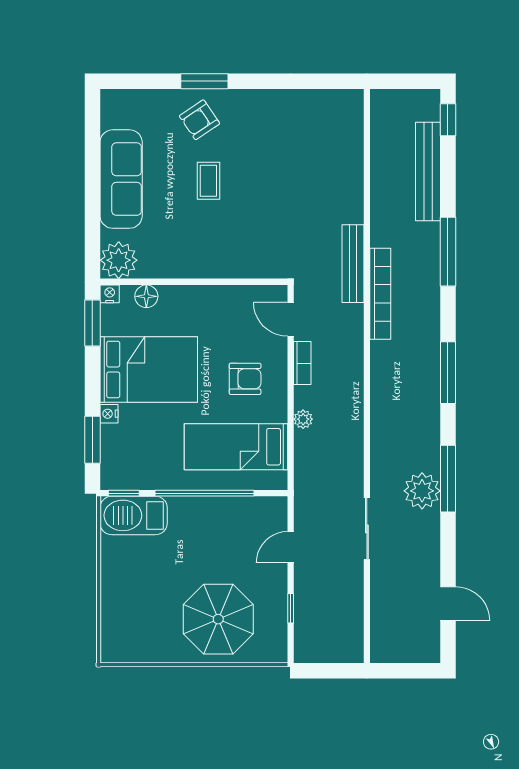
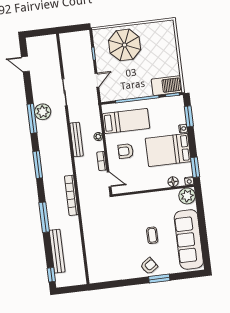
armchair: (200, 120) -> (149, 266), moved
sofa: (121, 179) -> (189, 239), width x1.36, depth x1.27
bench: (353, 264) -> (77, 139), moved

